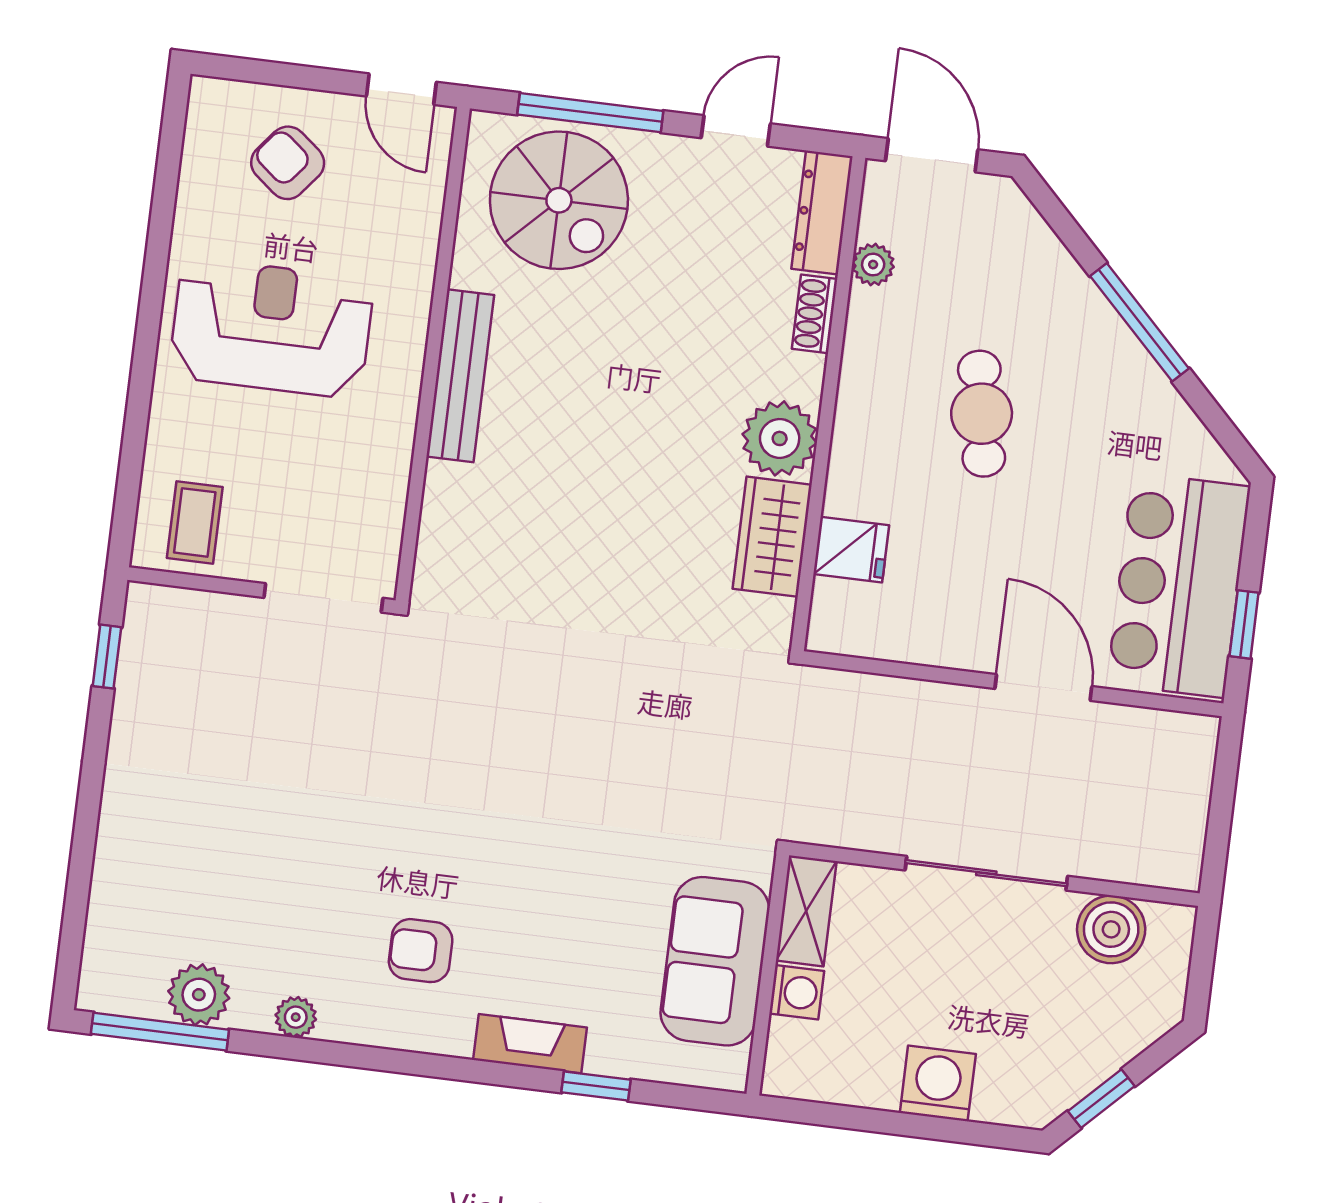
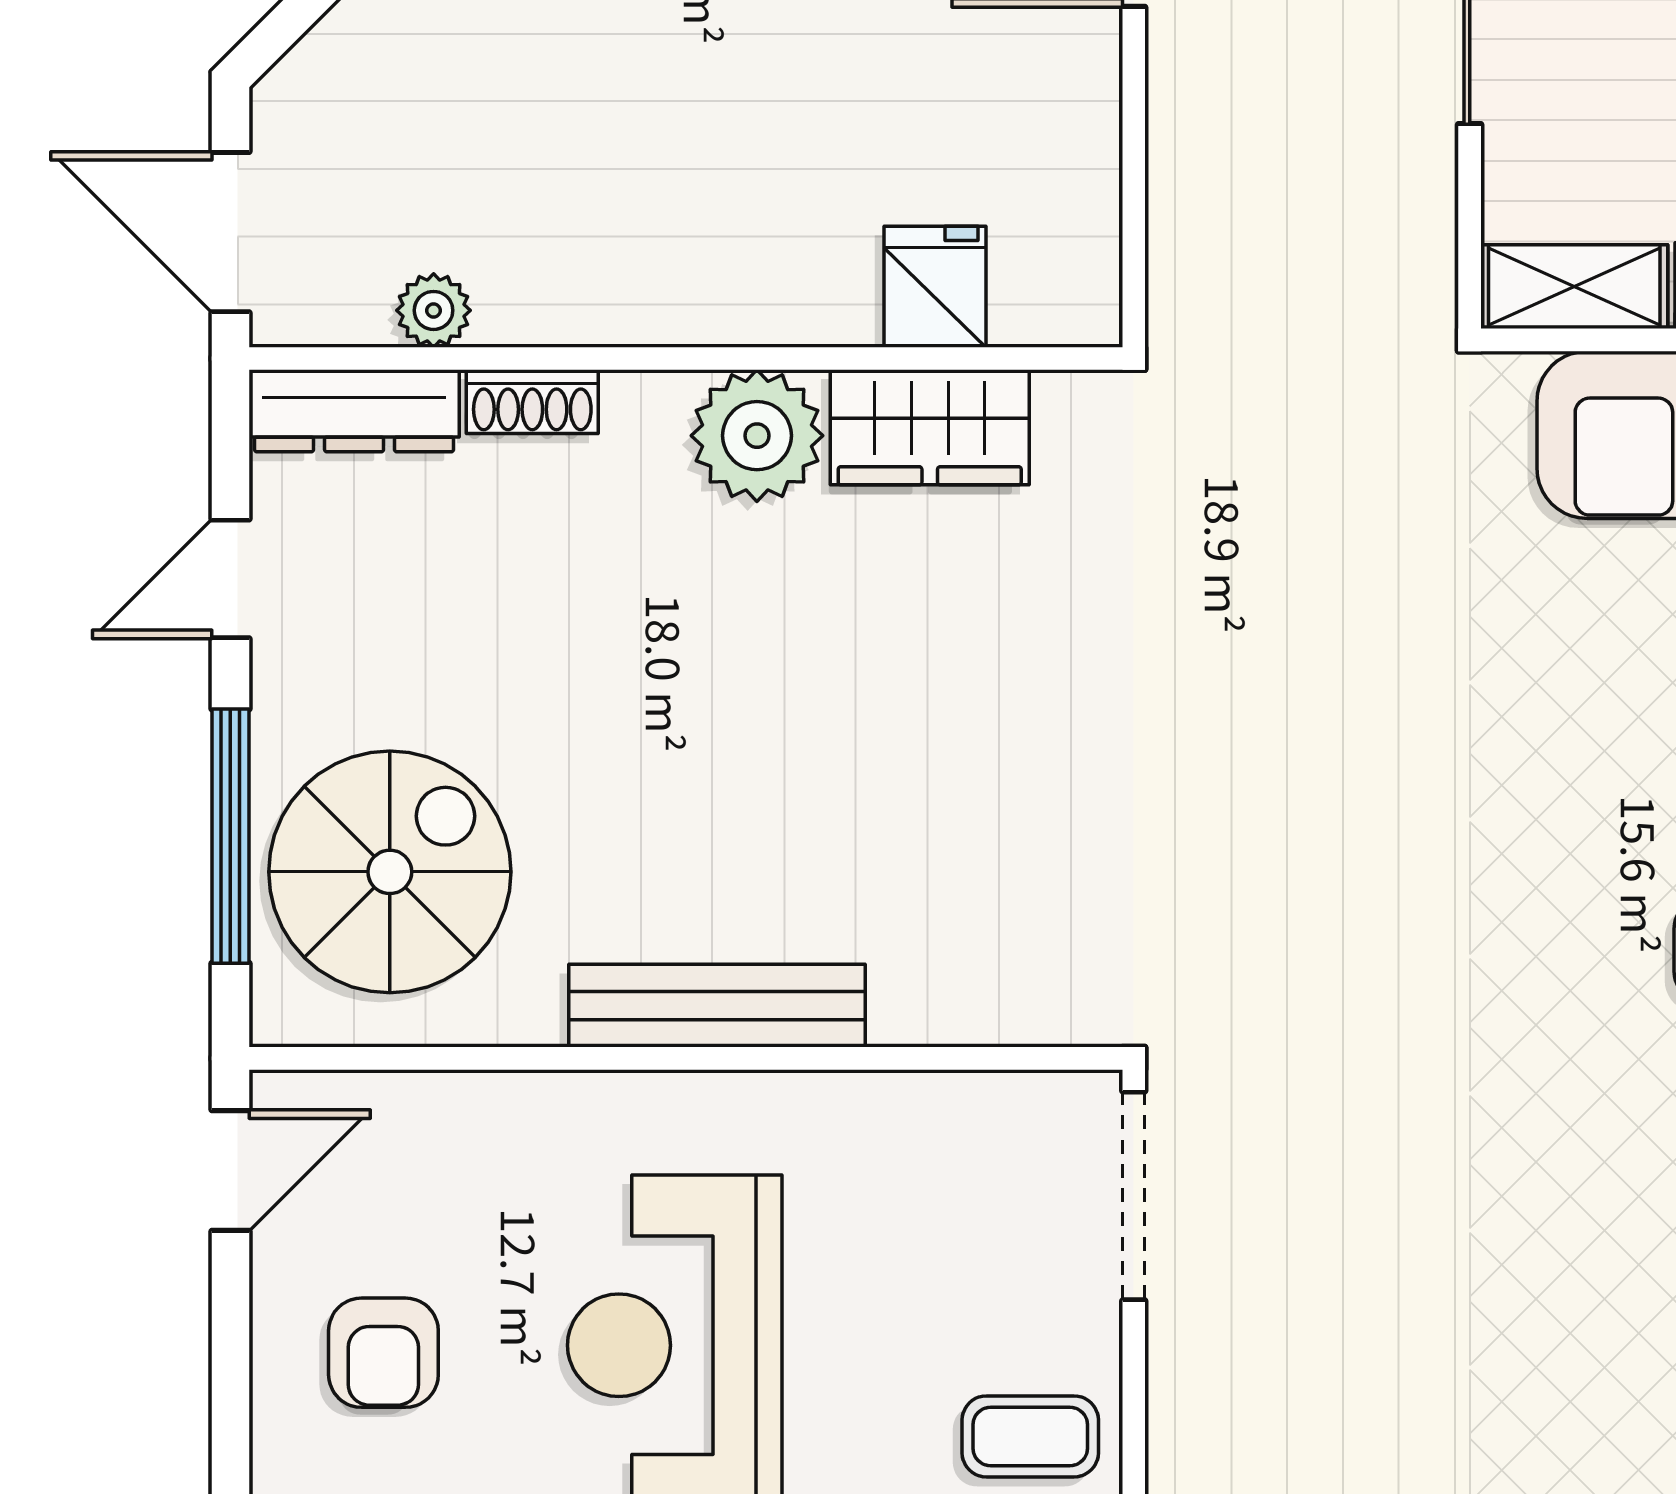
door: (736, 131) -> (230, 579), hinge flipped
door: (932, 155) -> (230, 232), hinge flipped
armchair: (288, 163) -> (383, 1353), turned -39
cafe table: (982, 414) -> (670, 89), removed

